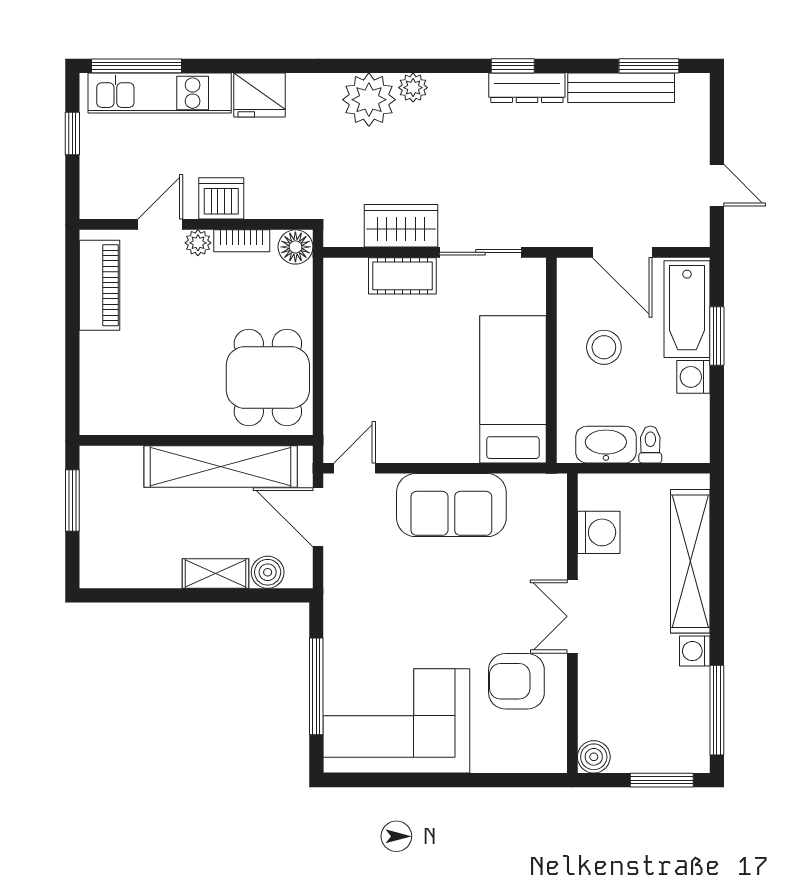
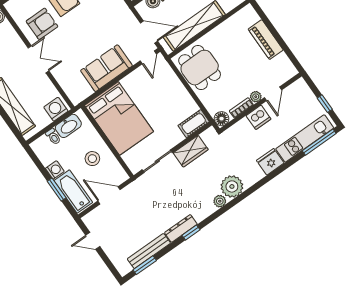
cot: (402, 276) -> (194, 124), moved
piano: (100, 285) -> (266, 40), moved
bed: (513, 389) -> (119, 118), width x1.50
washing machine: (599, 532) -> (56, 109), moved, turned 90

